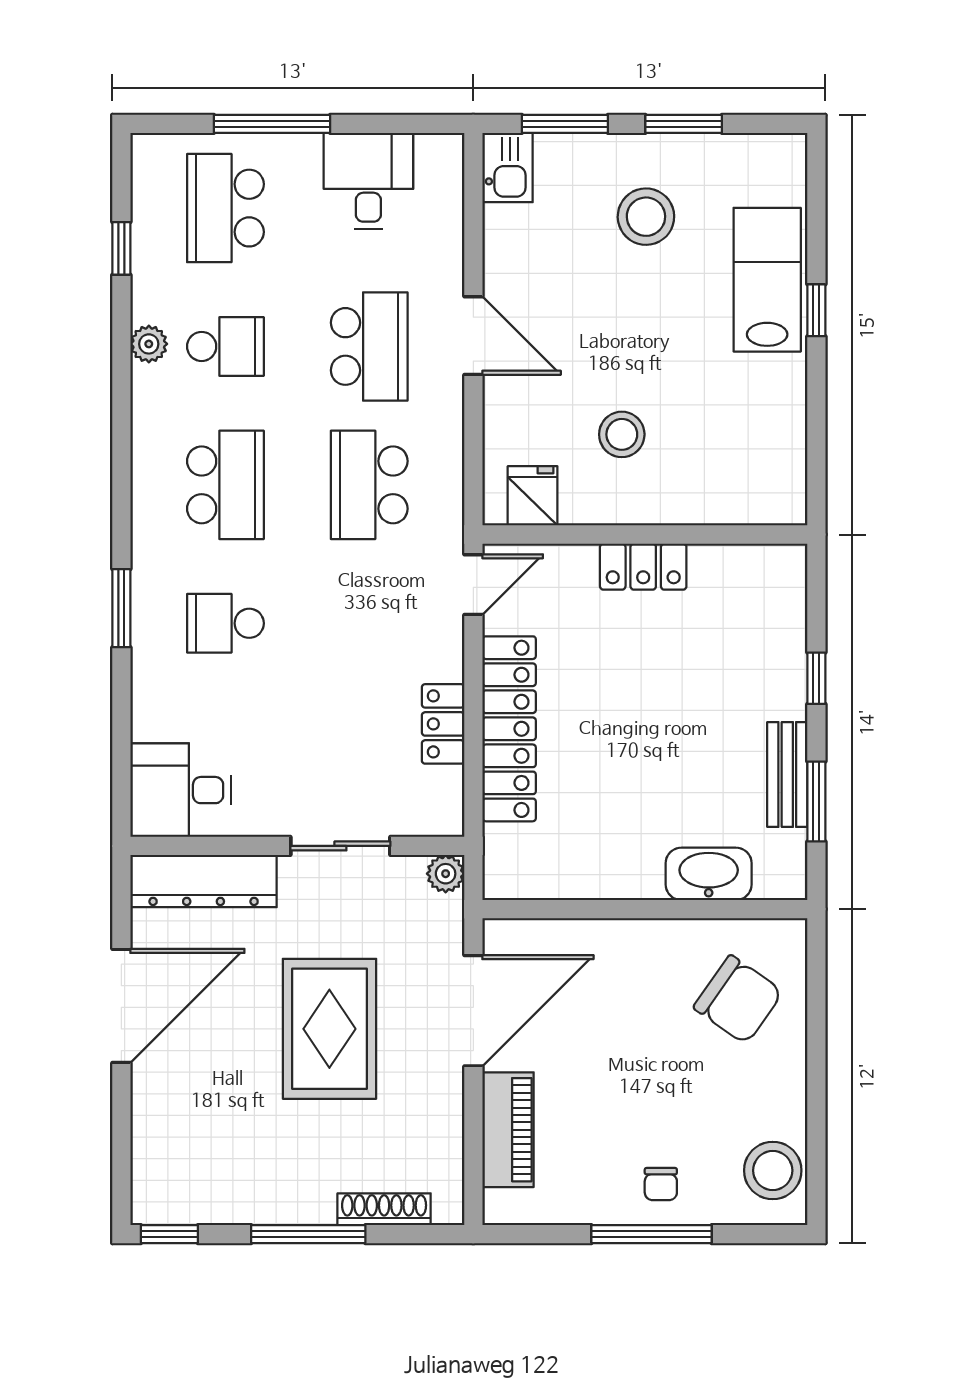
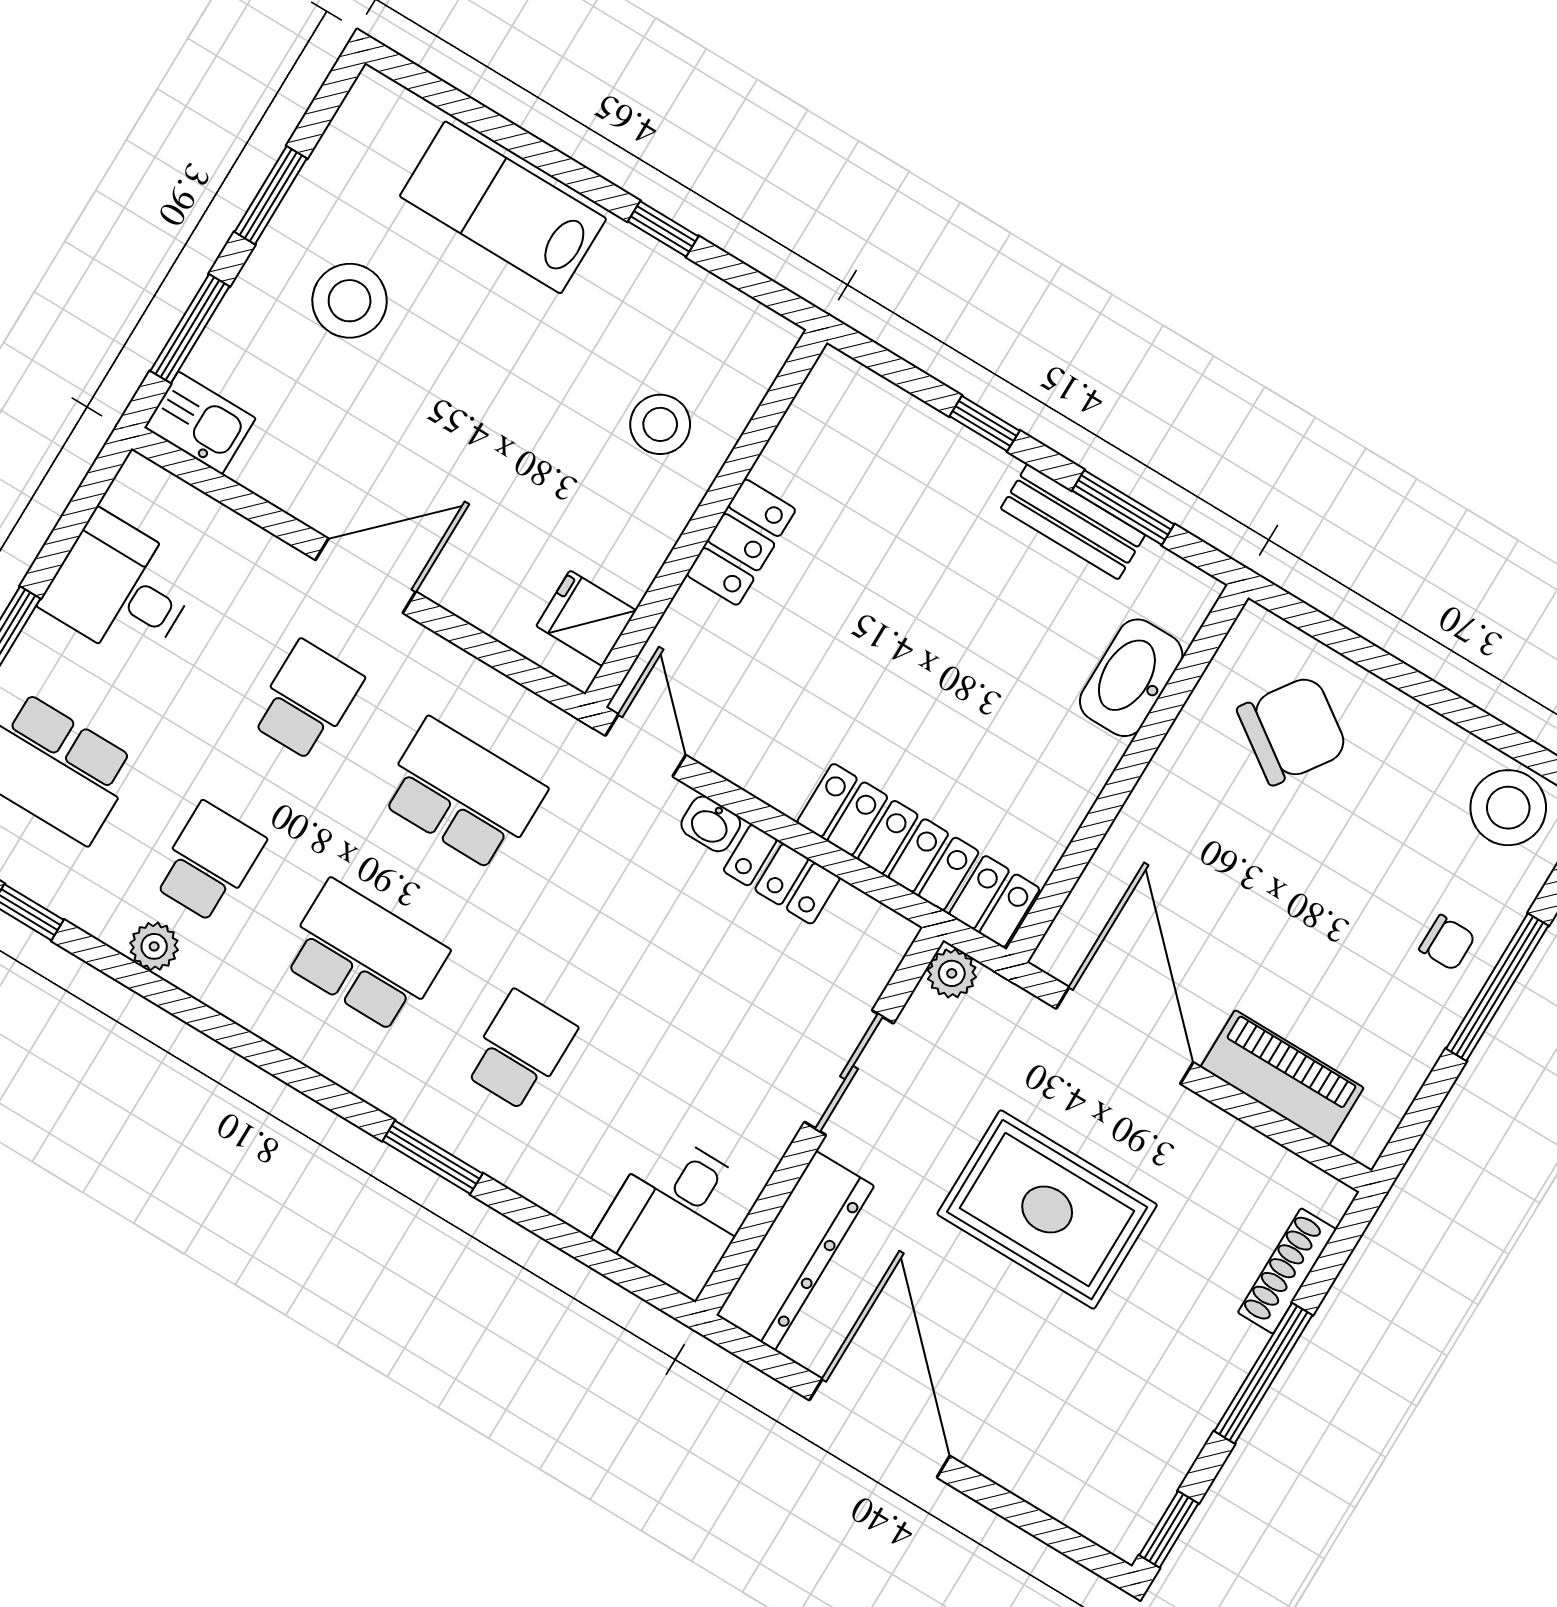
window: (816, 310) -> (663, 229), moved
school desk: (369, 346) -> (307, 700), width x0.54
stool: (622, 434) -> (660, 424), moved
school desk: (369, 485) -> (463, 794), turned 180
school desk: (225, 623) -> (520, 1050), turned 180
washbasin: (448, 658) -> (711, 824), added
locker: (509, 729) -> (918, 855), moved

